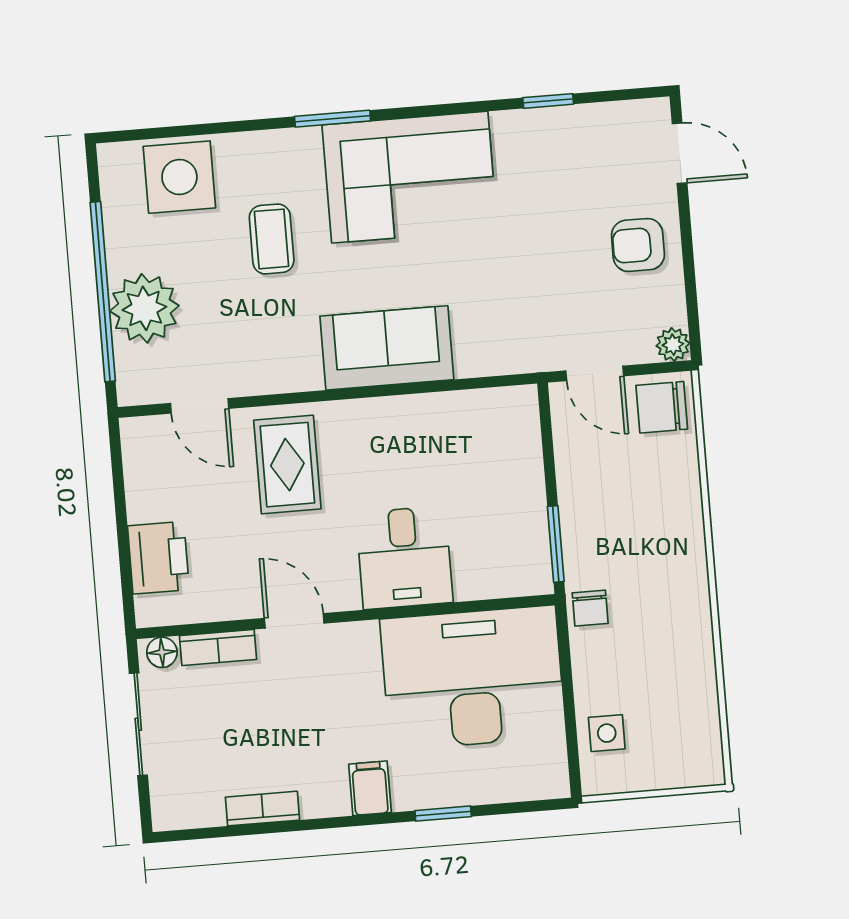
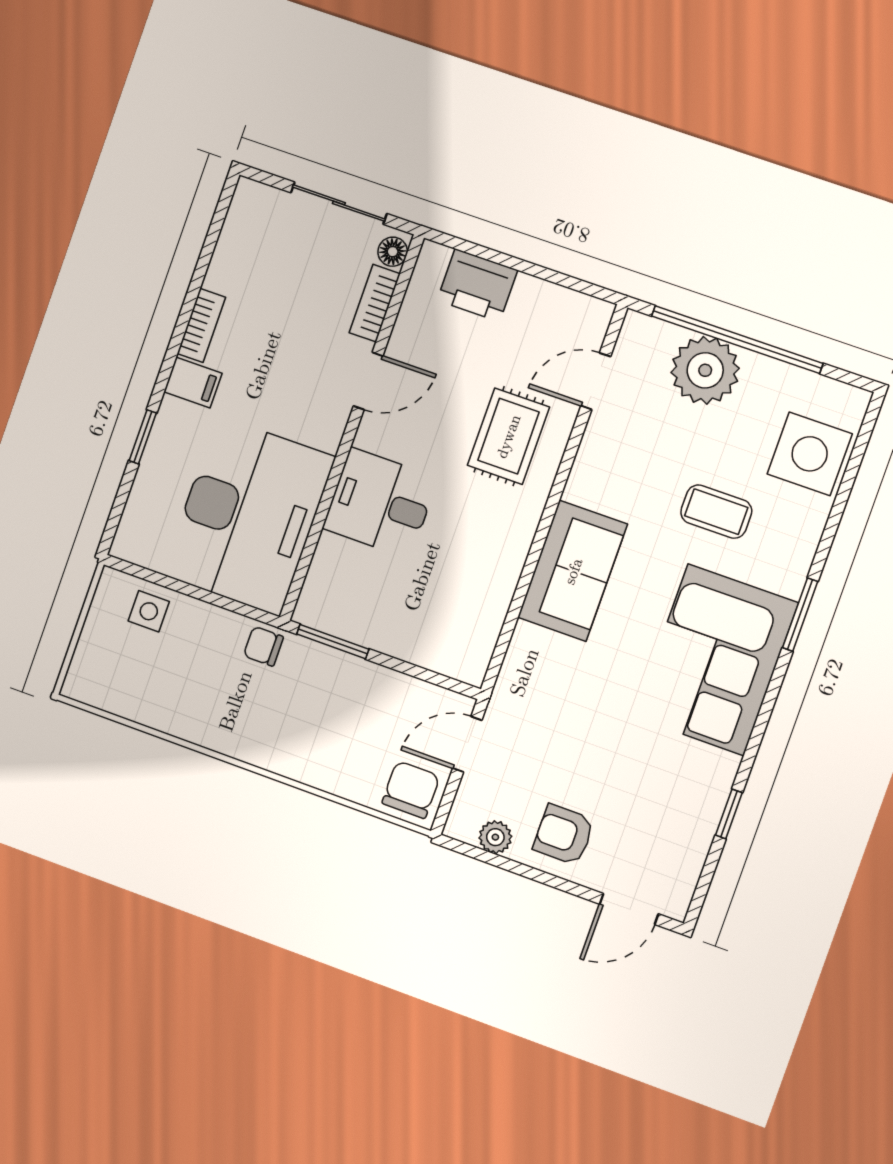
armchair: (638, 245) -> (564, 835), turned -90
plant: (673, 345) -> (495, 837), moved
rug: (287, 465) -> (508, 436), turned 90
bookcase: (262, 809) -> (201, 325), moved

